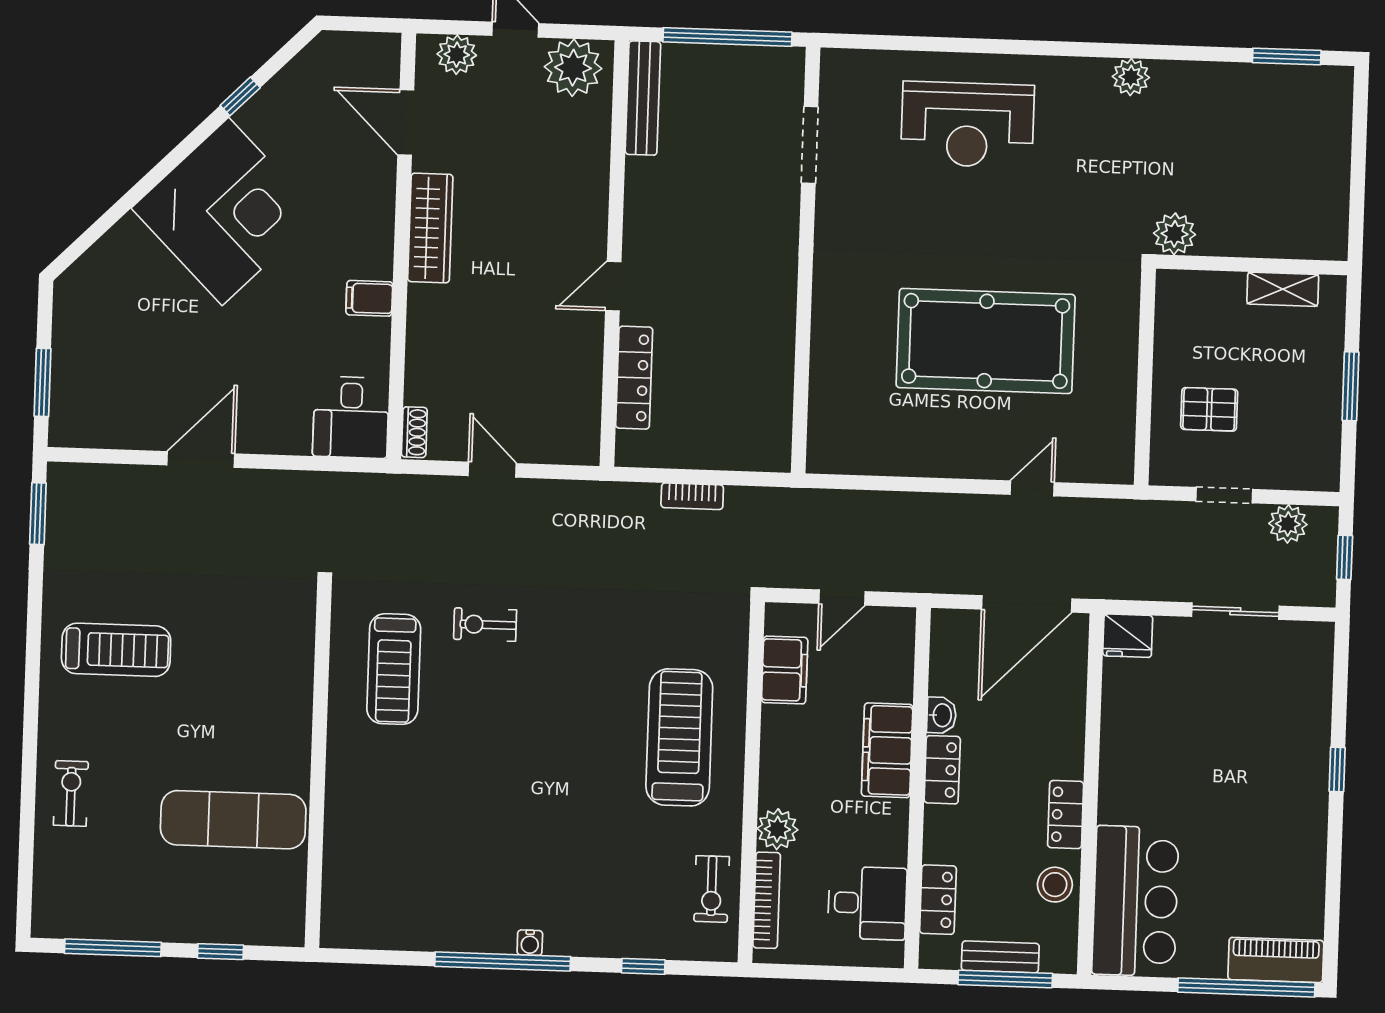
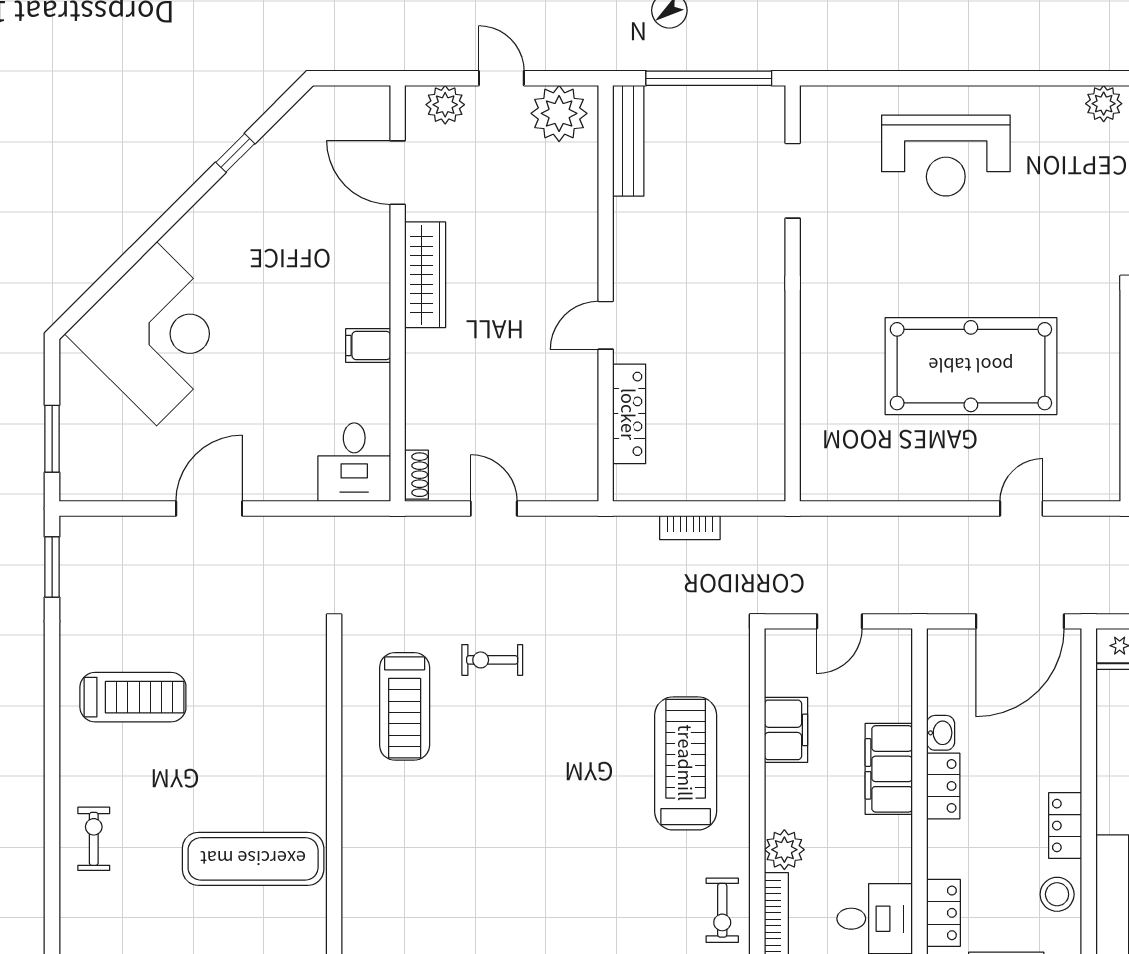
corner desk: (225, 211) -> (157, 334), moved
filing cabinet: (785, 670) -> (786, 730), moved

